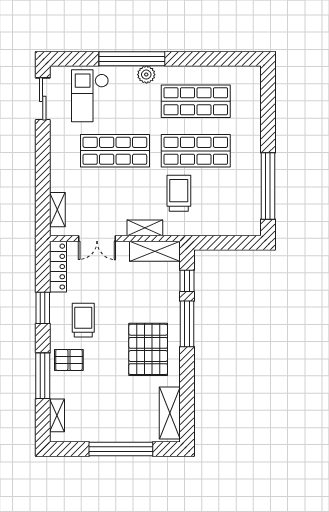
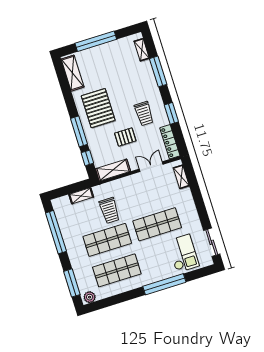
plant: (146, 75) -> (90, 297), moved
window: (268, 104) -> (72, 283), added
shelving: (145, 228) -> (81, 196), moved
pallet: (69, 360) -> (125, 137), moved

